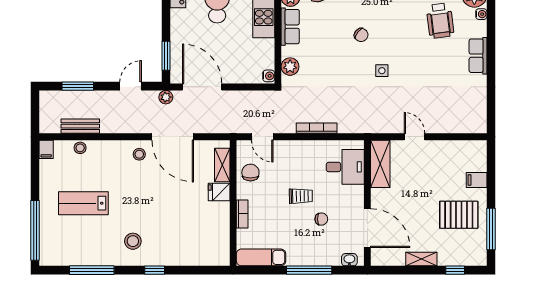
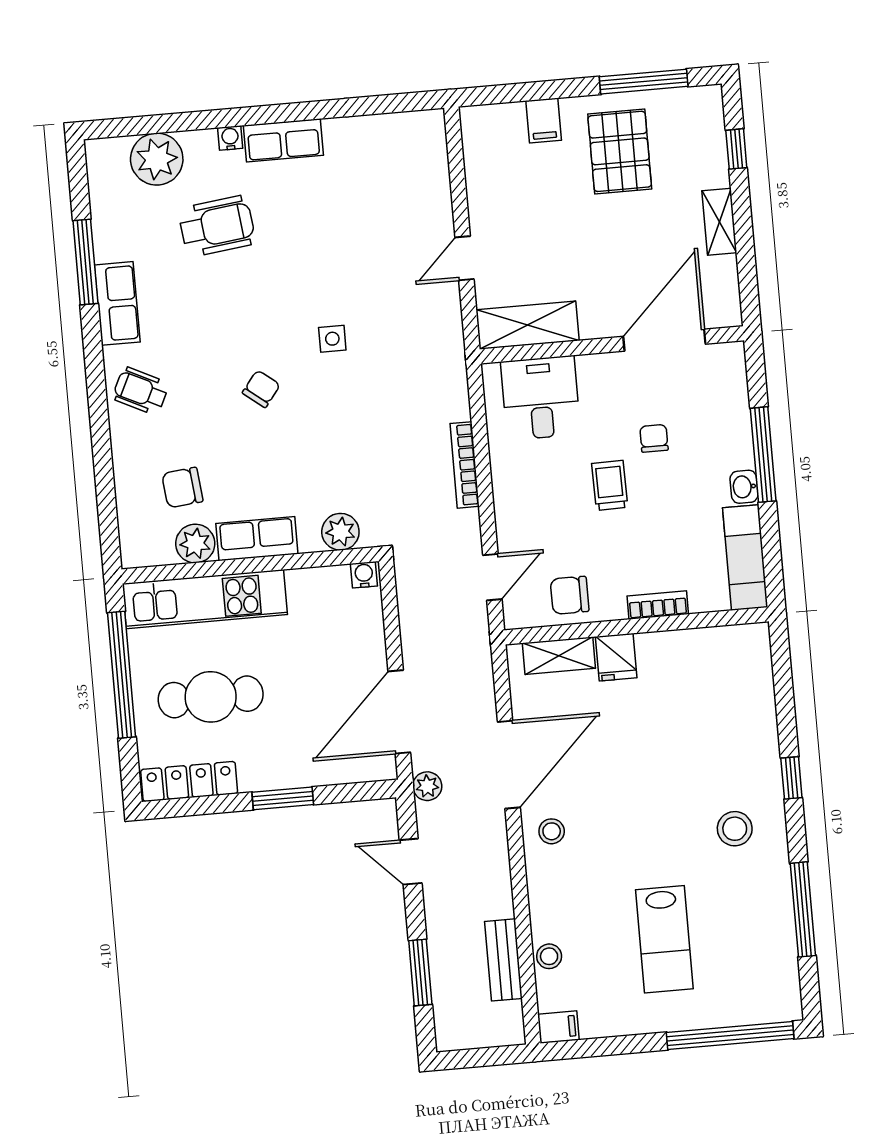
water cooler: (481, 14) -> (230, 138), moved
window: (166, 56) -> (283, 798), moved
washbasin: (349, 260) -> (744, 487), moved

